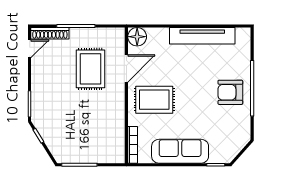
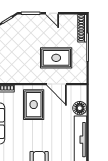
floor lamp: (137, 37) -> (80, 108), moved
door: (30, 49) -> (52, 13), moved

